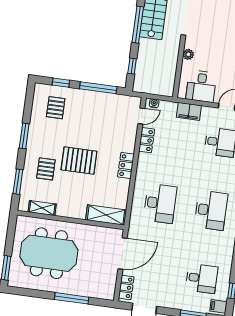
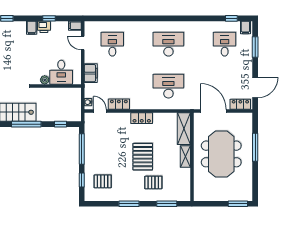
desk: (201, 86) -> (61, 72), moved, turned 90
shelving: (42, 208) -> (185, 156), moved
meeting table: (49, 253) -> (221, 154), moved

